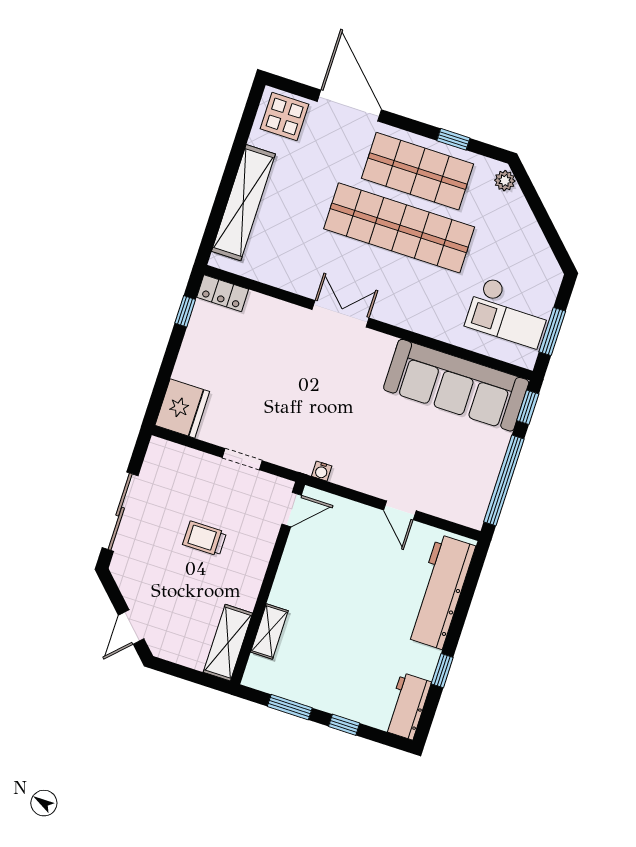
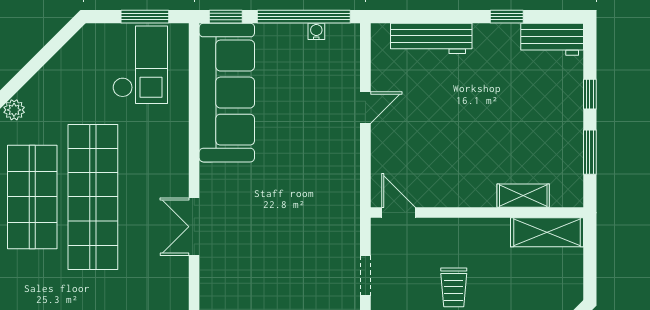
water cooler: (322, 471) -> (316, 31), moved, turned -90
workbench: (440, 592) -> (431, 38), width x0.73, depth x0.76

